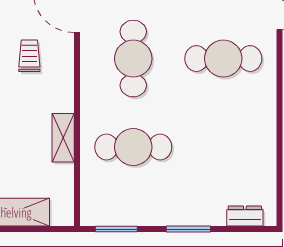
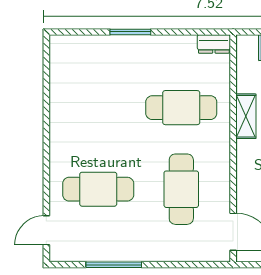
dresser: (245, 216) -> (214, 44), moved
window: (116, 229) -> (197, 32), removed

